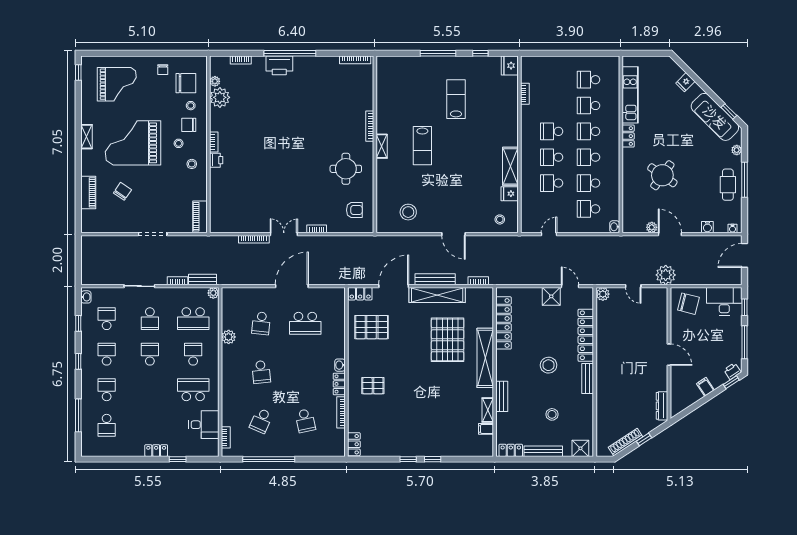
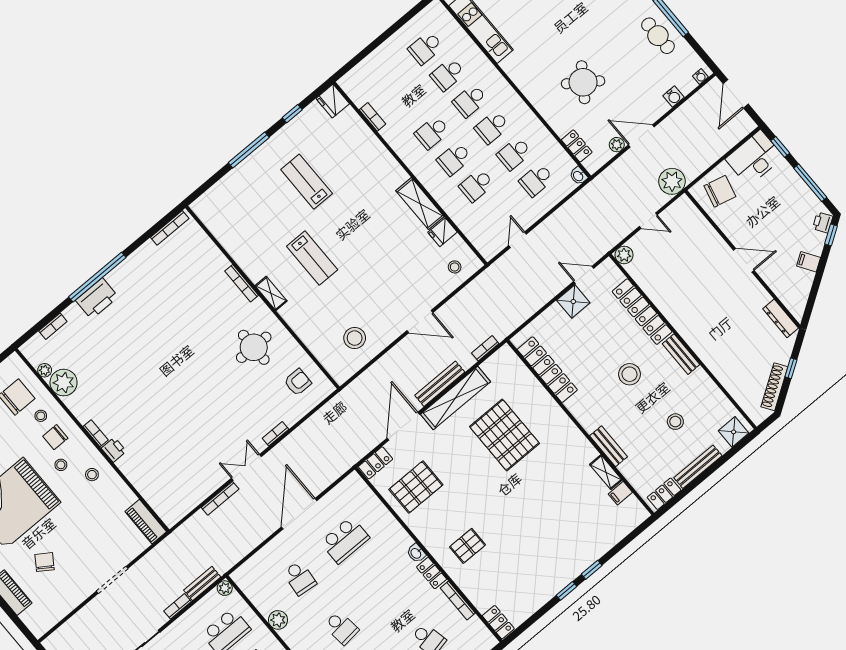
locker: (628, 136) -> (577, 146), moved
shelving: (485, 358) -> (559, 421), removed

